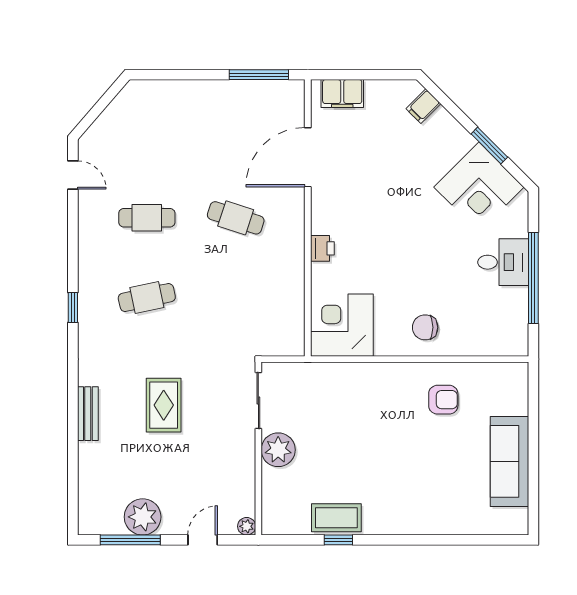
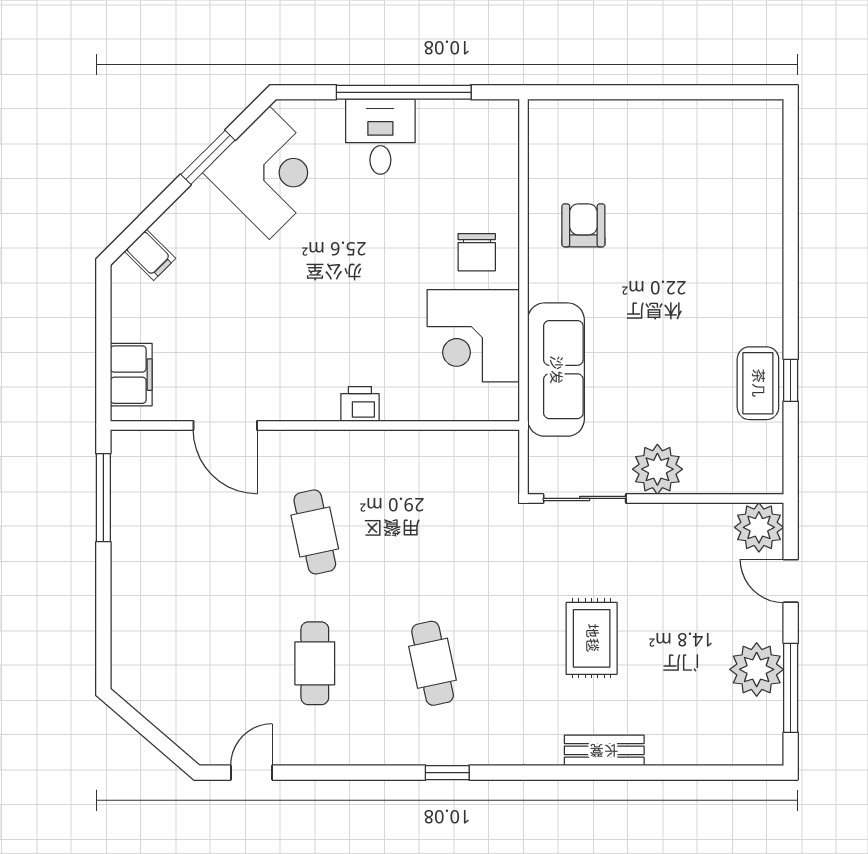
door: (308, 157) -> (225, 425), width x0.73
cafe table: (236, 218) -> (315, 532), turned -30
corner desk: (342, 325) -> (473, 336), moved
rug: (164, 405) -> (592, 638), turned 90
sofa: (509, 461) -> (556, 370), moved, turned -90
plant: (247, 526) -> (759, 527), width x1.87, depth x1.87

